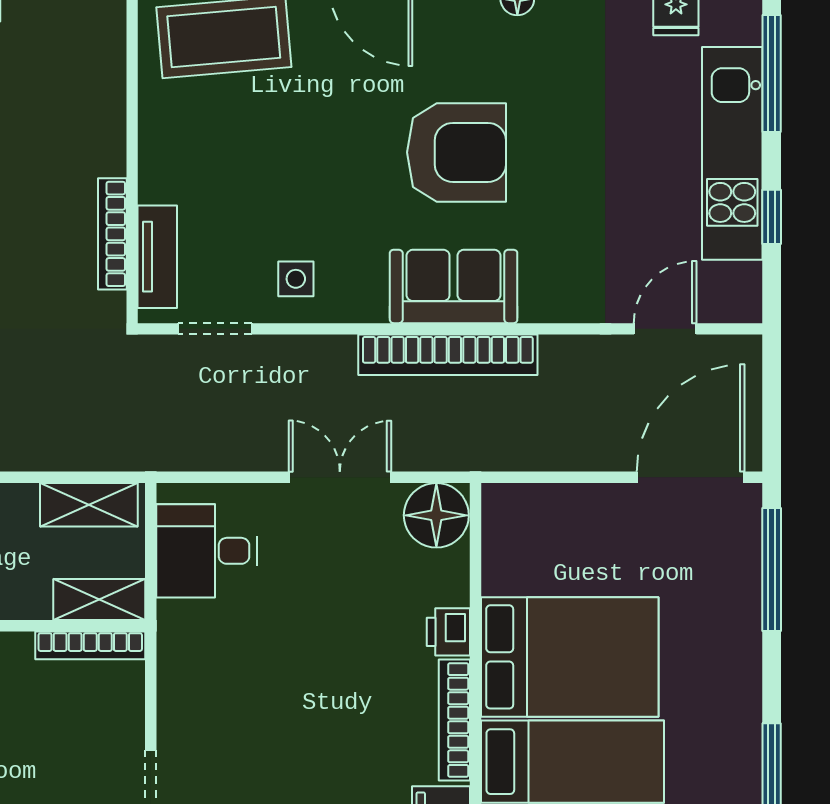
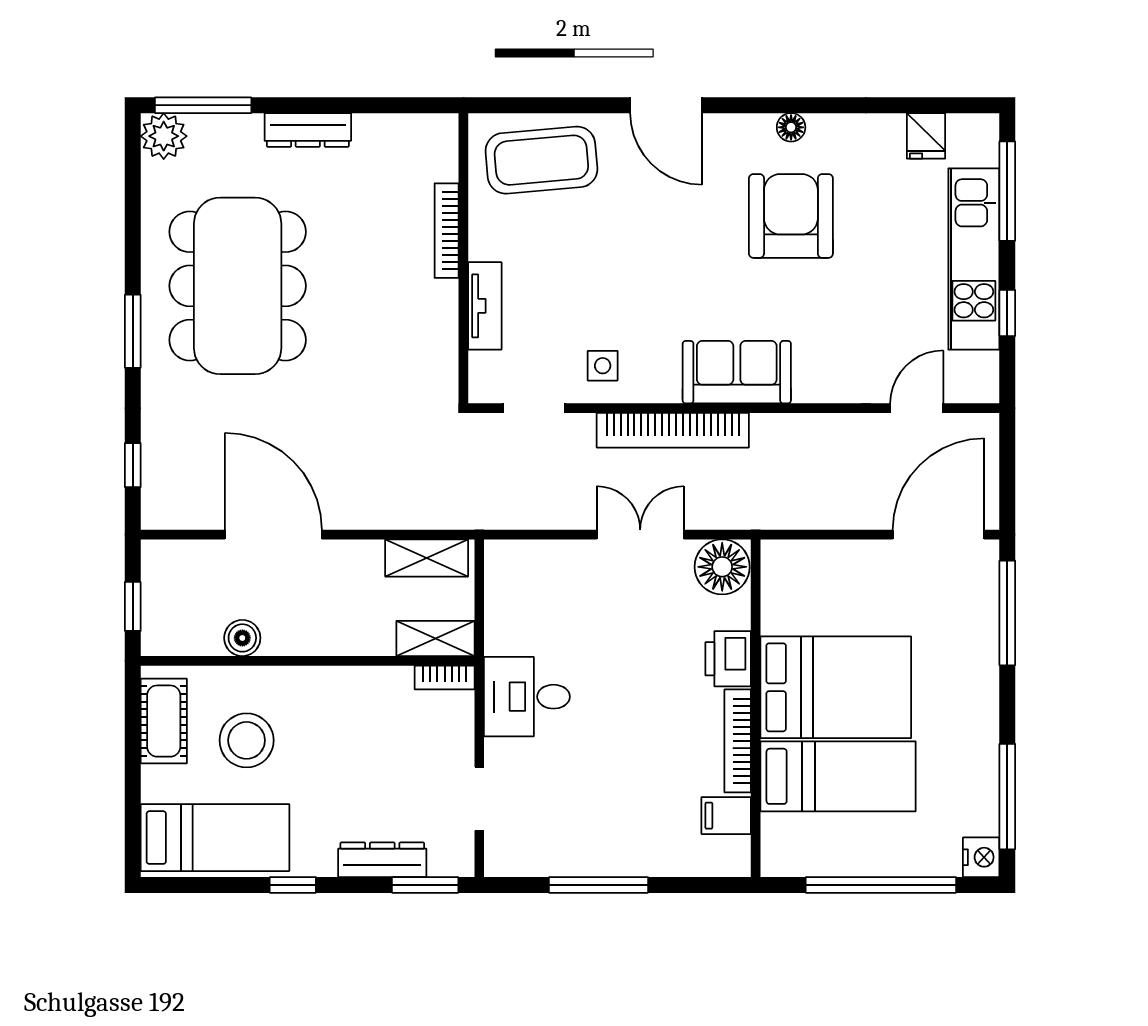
armchair: (457, 152) -> (791, 216), moved, turned -90
bookcase: (112, 234) -> (447, 231), moved
tv unit: (157, 257) -> (485, 306), moved
bookcase: (448, 355) -> (673, 430), moved
desk: (207, 551) -> (527, 697), moved
printer: (448, 632) -> (728, 659), width x1.36, depth x1.24
bookcase: (90, 645) -> (445, 678), width x0.64

